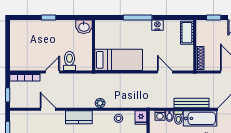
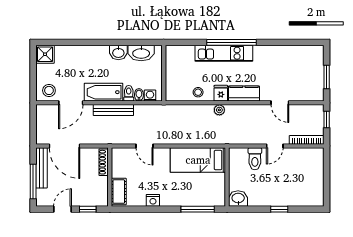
window: (138, 18) -> (198, 209), moved
fridge: (141, 117) -> (221, 93), moved

